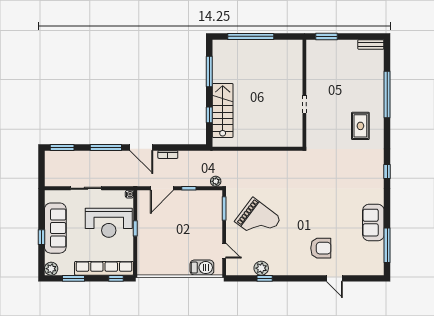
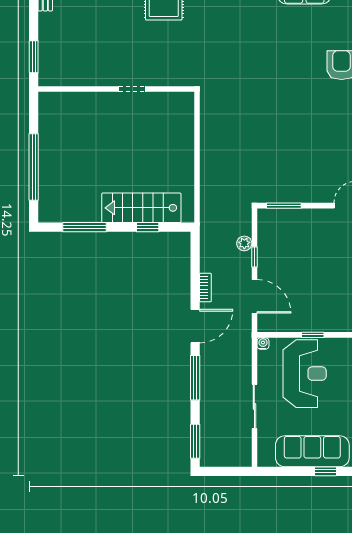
plant: (216, 181) -> (244, 243), moved
grand piano: (258, 220) -> (301, 156), removed

